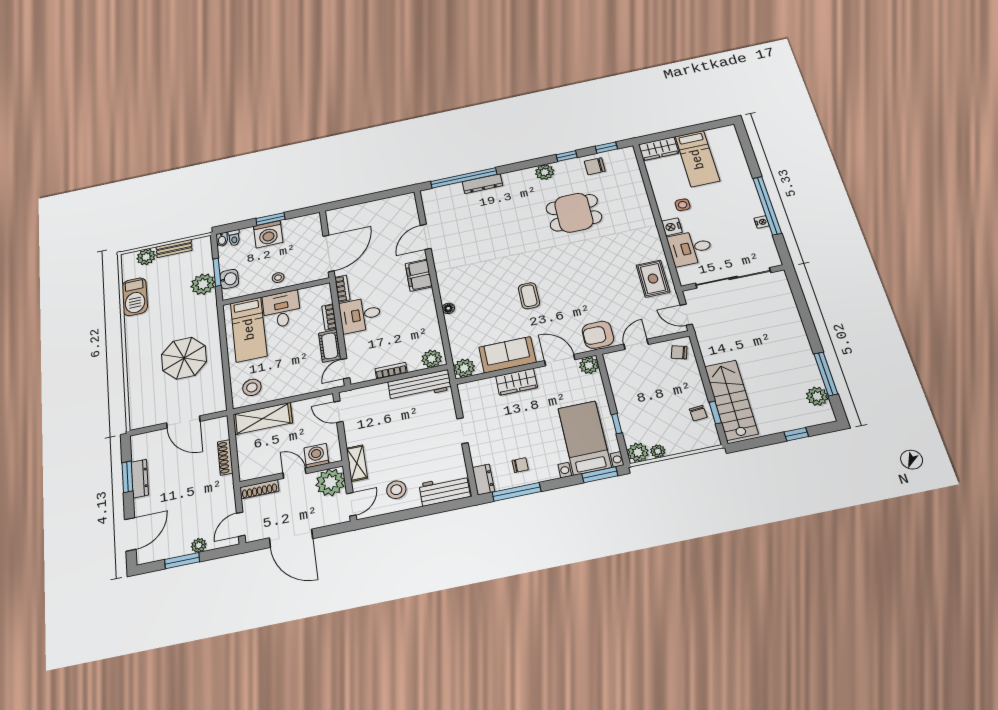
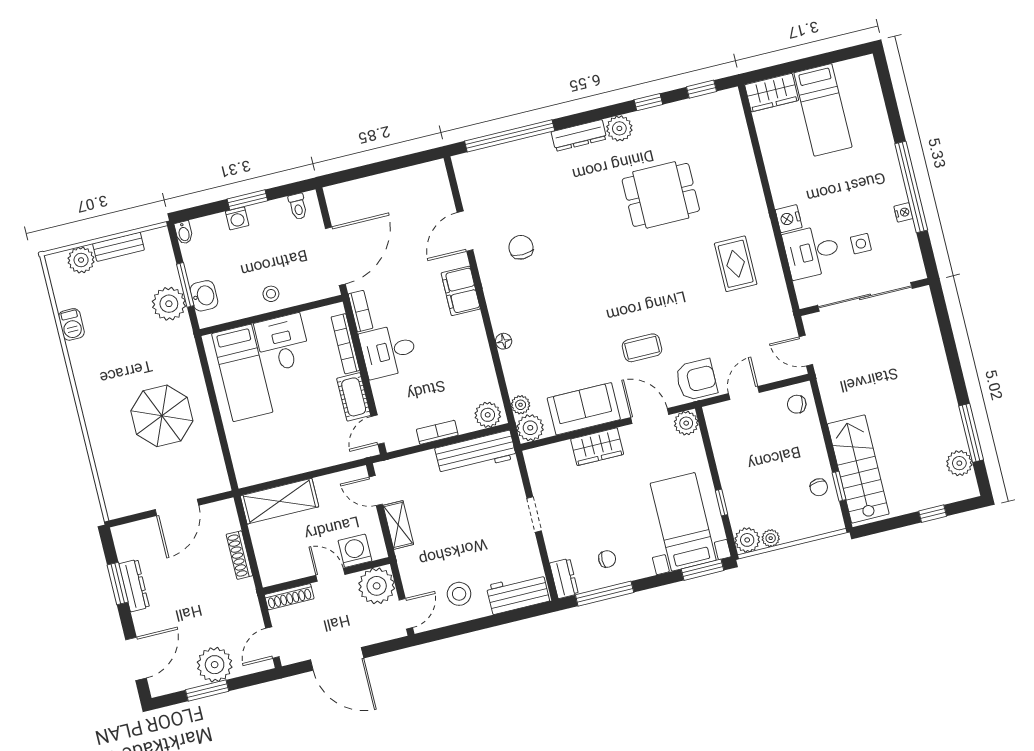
chair: (595, 166) -> (521, 247), moved, turned 90
dresser: (482, 184) -> (579, 136), moved
side table: (683, 205) -> (861, 244), moved
washing machine: (268, 234) -> (237, 218), width x0.53, depth x0.53
toilet: (234, 238) -> (298, 206), moved
rug: (653, 279) -> (736, 264), moved
coffee table: (529, 296) -> (642, 348), moved, turned 90
barbecue: (135, 297) -> (71, 324), width x0.53, depth x0.65
bookcase: (329, 317) -> (345, 344), width x1.56
armchair: (598, 335) -> (696, 380), turned 180
plant: (458, 352) -> (521, 405), added
stool: (252, 387) -> (259, 458), removed
door: (183, 422) -> (177, 507), hinge flipped
shelving: (357, 463) -> (398, 525), moved
plant: (199, 545) -> (215, 665), width x1.88, depth x1.88

